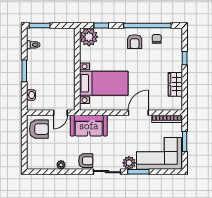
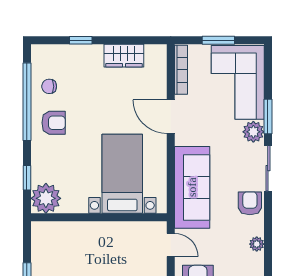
sofa: (89, 126) -> (192, 187), width x1.36

